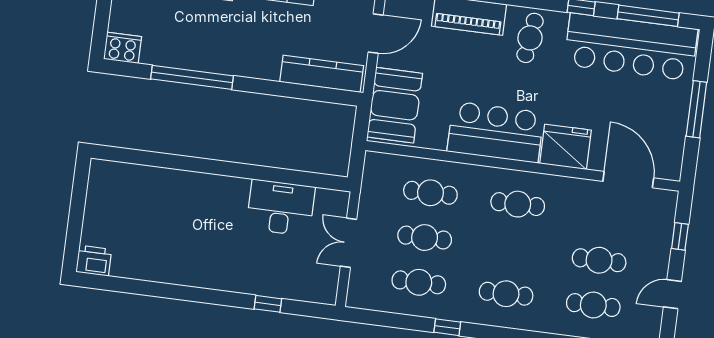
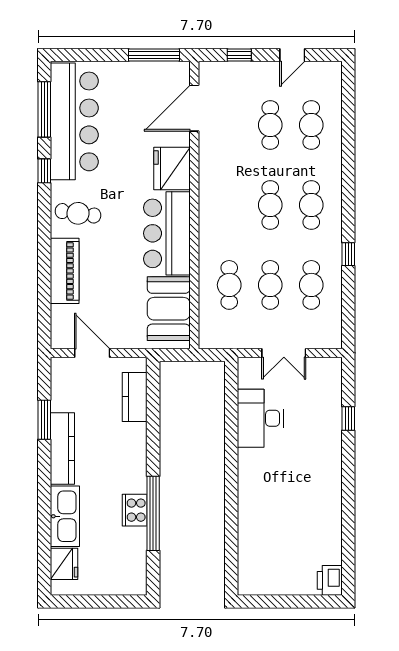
cooker: (123, 48) -> (135, 510), moved
kitchen counter: (322, 74) -> (135, 397), width x0.67
booth: (395, 105) -> (169, 309), moved, turned 90
window: (696, 109) -> (154, 55), moved
cafe table: (518, 204) -> (270, 205), moved
door: (672, 294) -> (292, 55), hinge flipped

